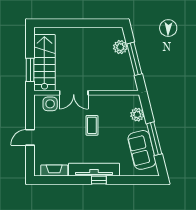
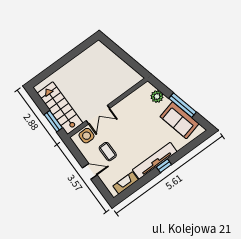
plant: (120, 47) -> (108, 56), removed
window: (134, 59) -> (125, 57), removed
coffee table: (92, 125) -> (108, 152), moved
door: (30, 137) -> (90, 171), swing flipped

